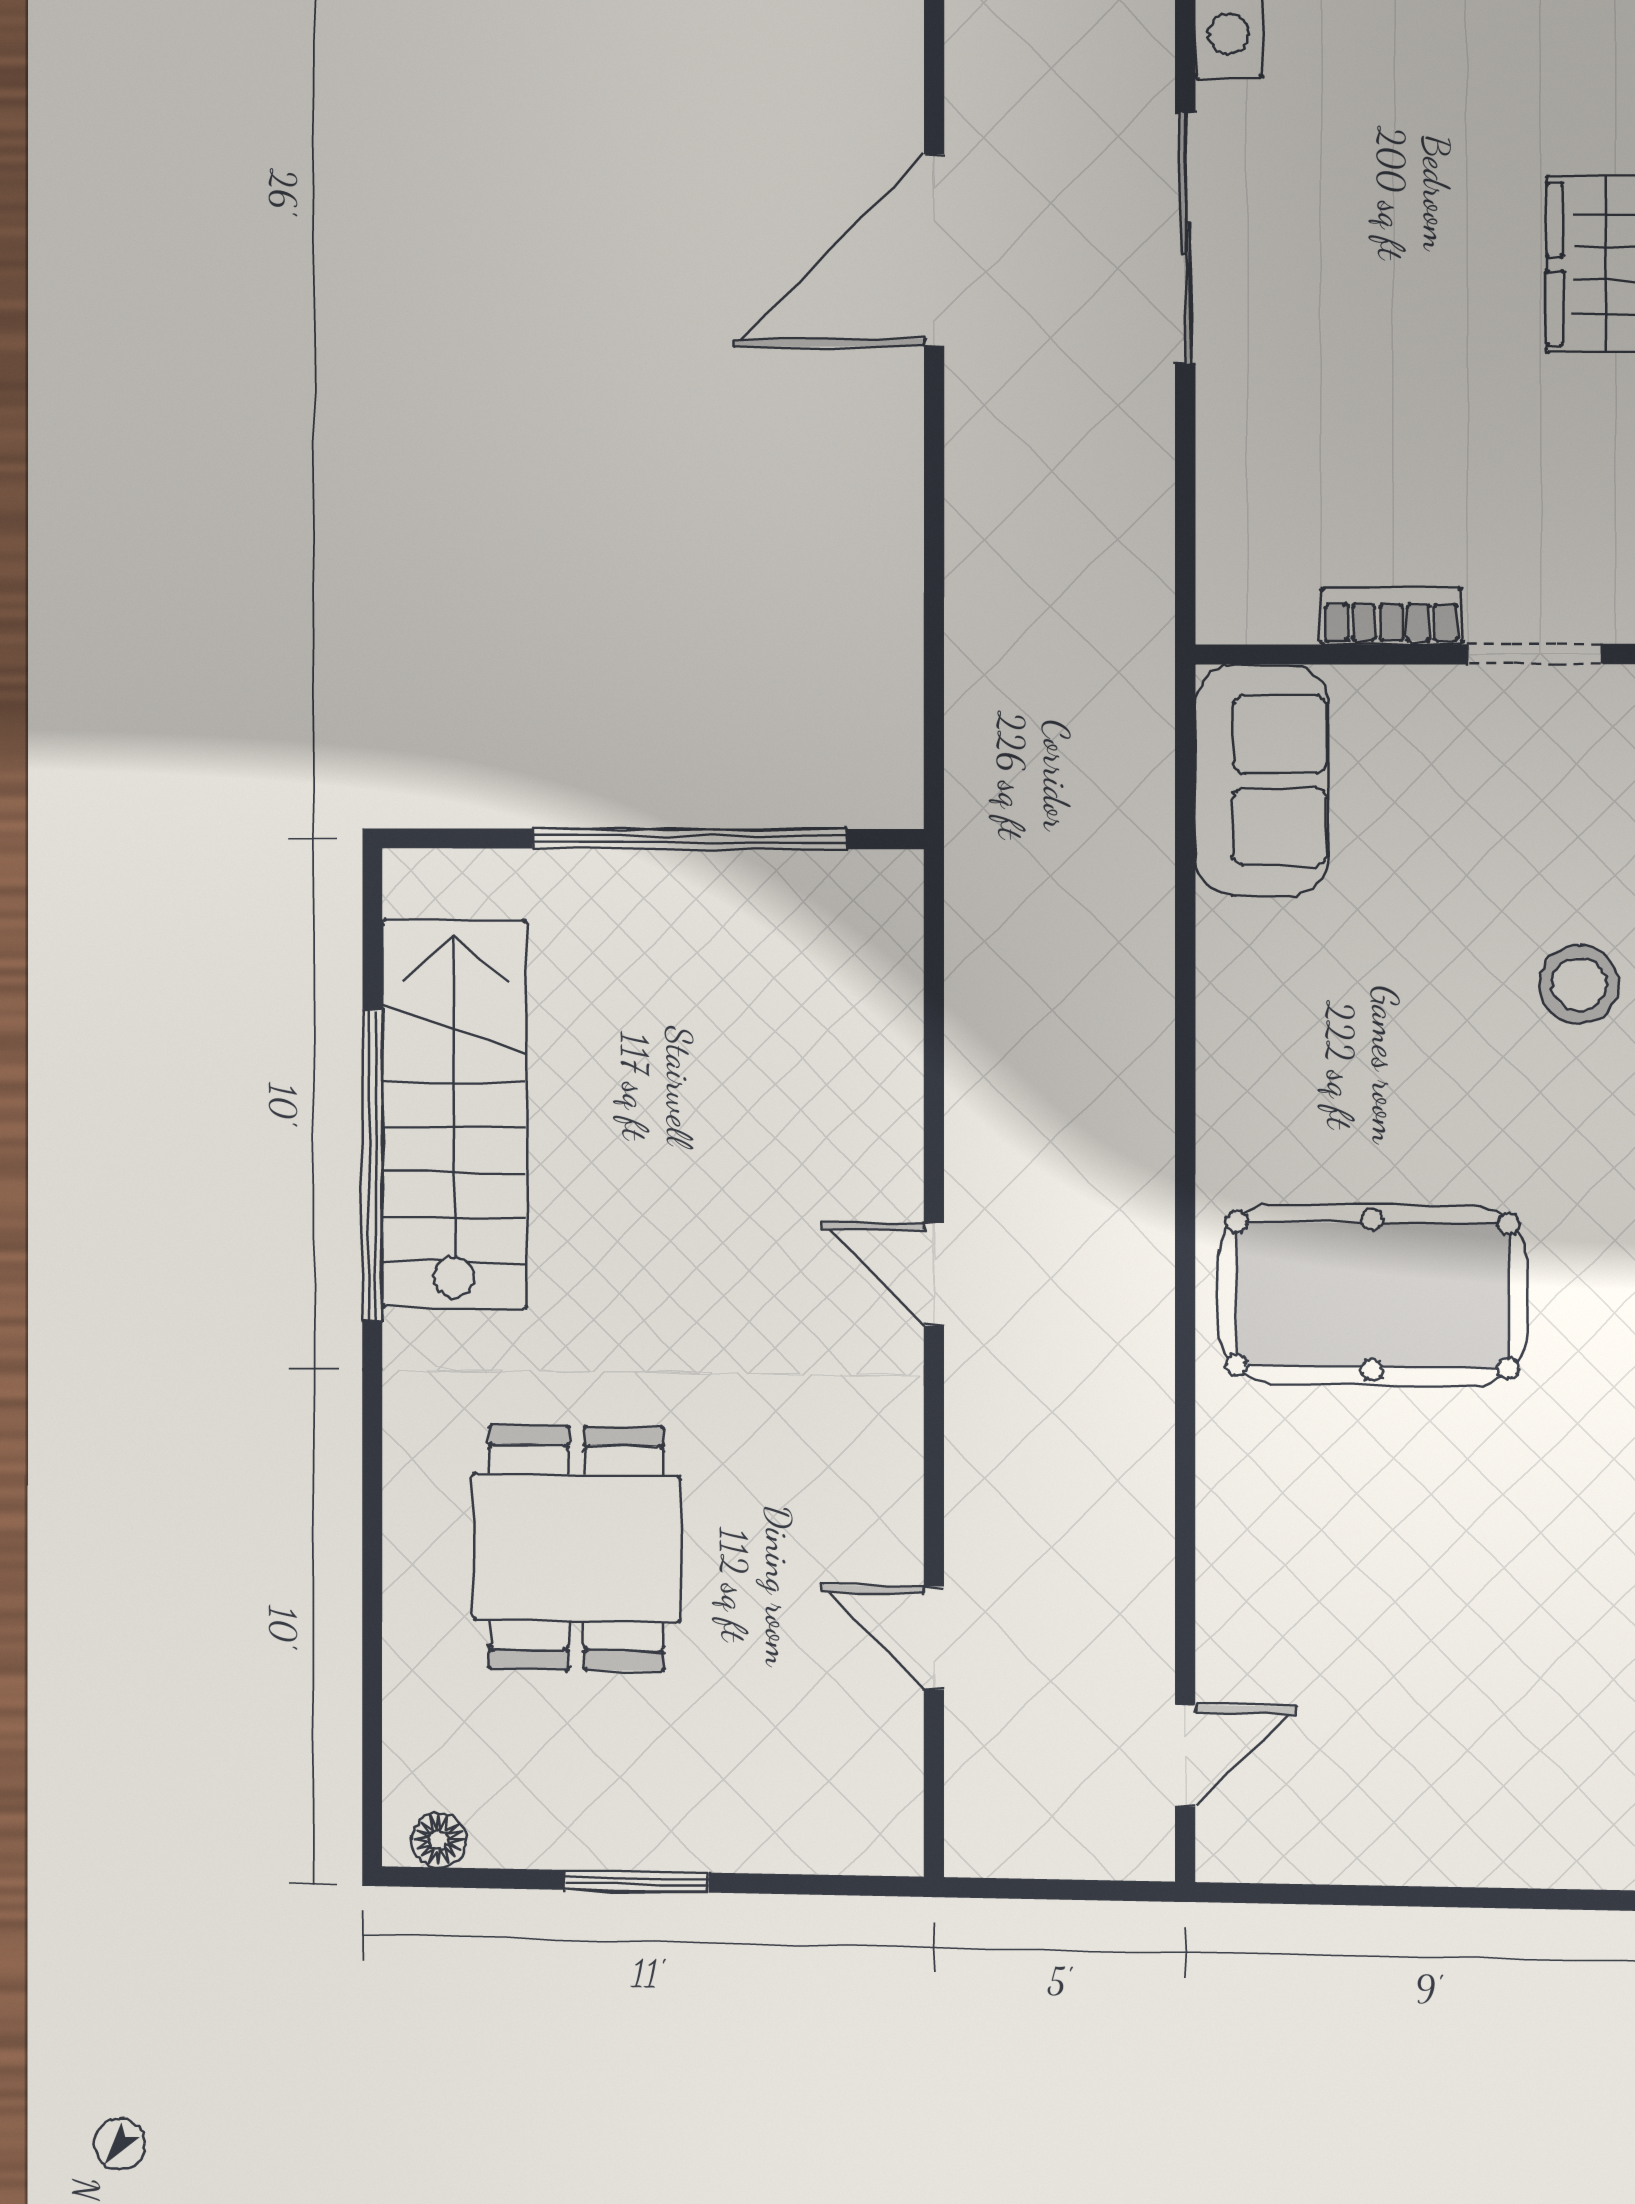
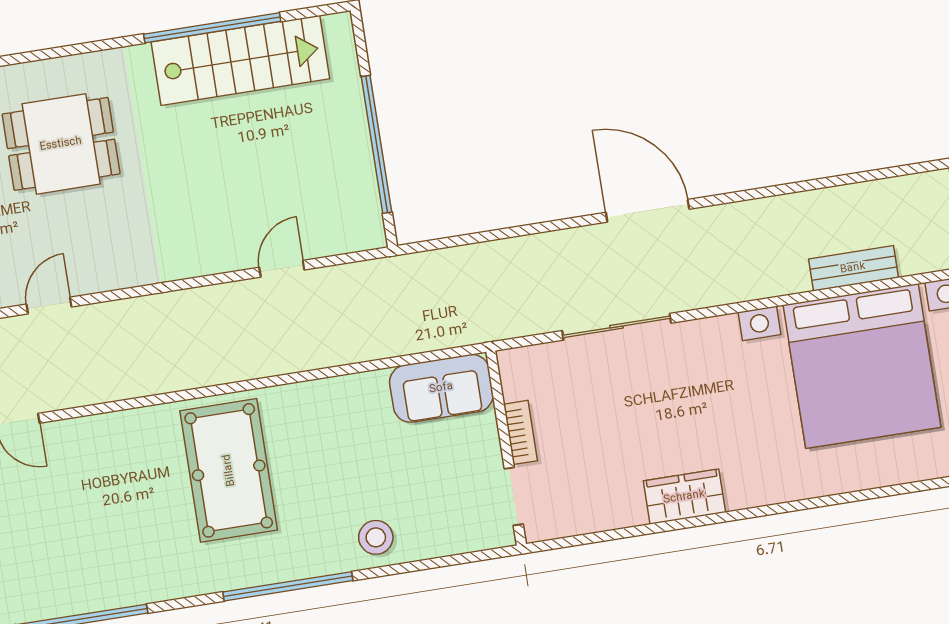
sliding door: (1185, 238) -> (617, 327), moved
door: (934, 1274) -> (282, 269), moved

